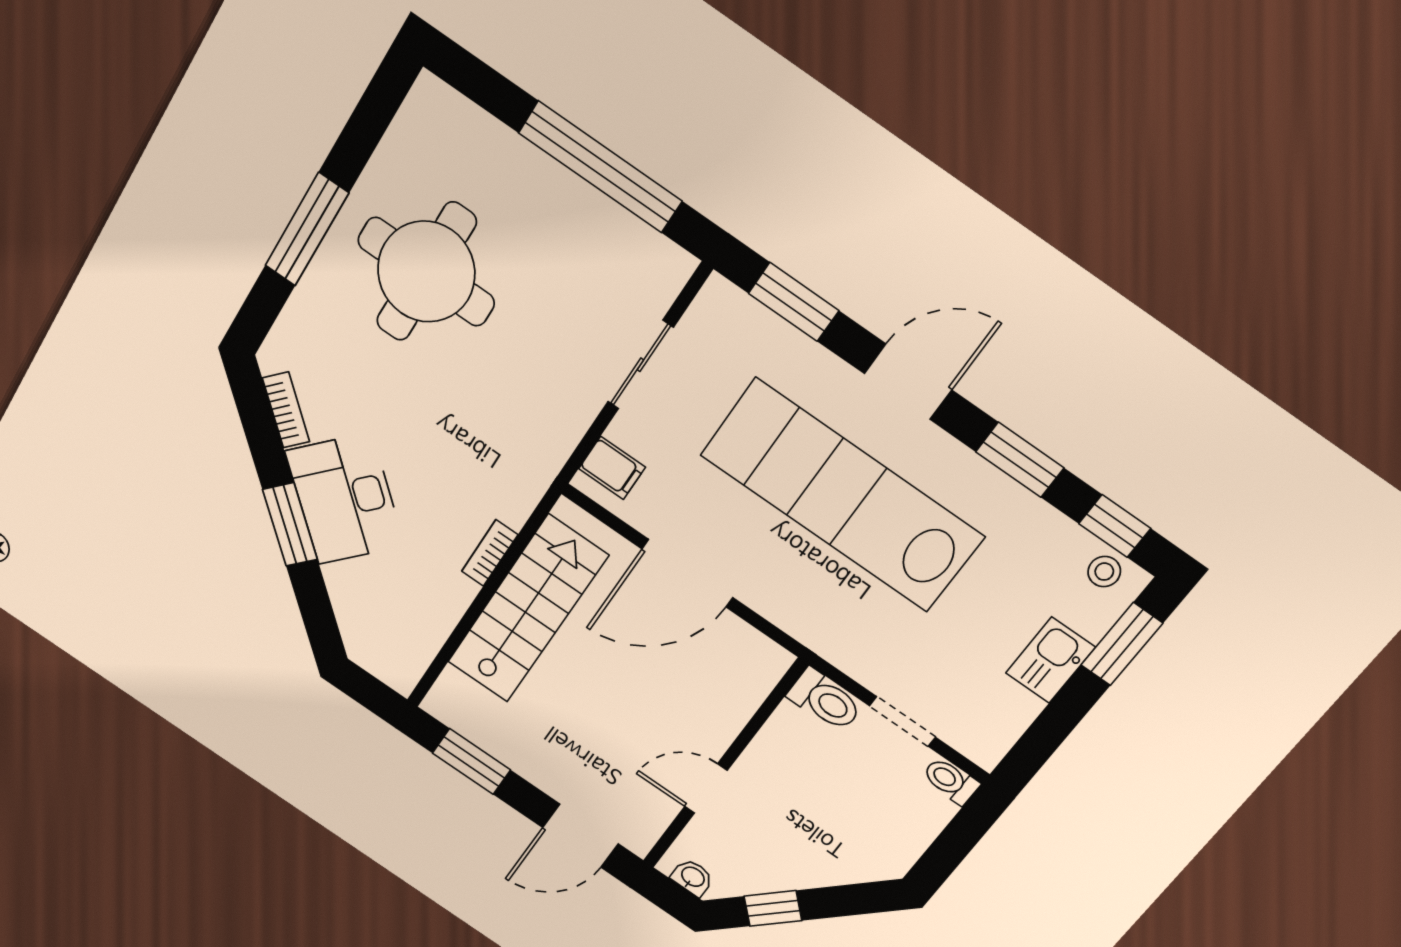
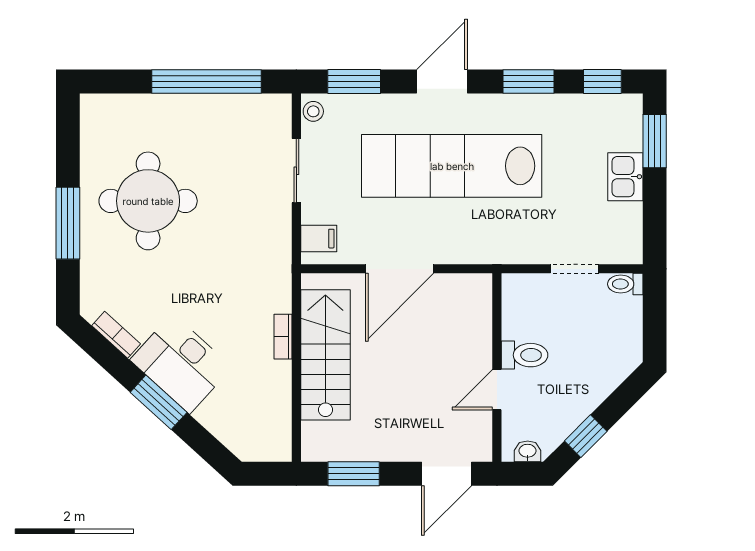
stool: (1104, 572) -> (313, 111), moved
toilet: (825, 700) -> (525, 355), moved

